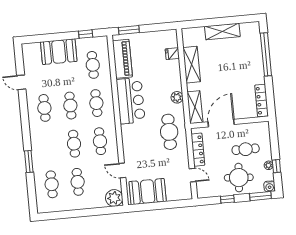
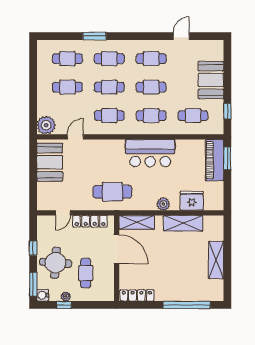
fridge: (172, 54) -> (192, 201), width x1.88, depth x1.34
piano: (122, 59) -> (215, 160), moved, turned 90
plant: (177, 97) -> (163, 204), moved
cafe table: (48, 146) -> (109, 59), added

